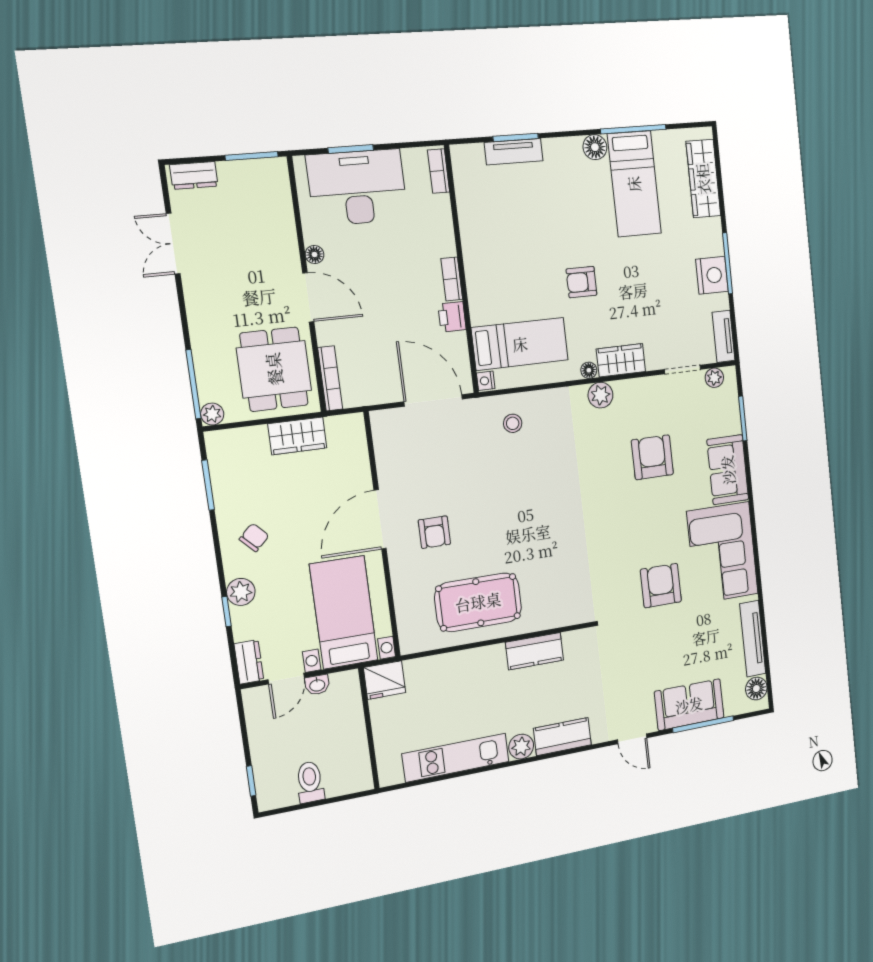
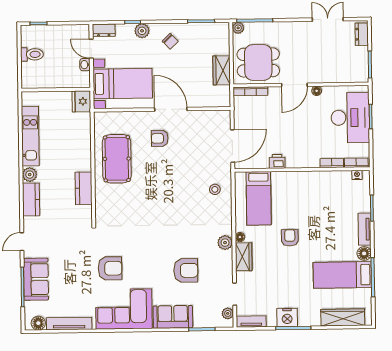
tv unit: (514, 152) -> (365, 229), moved
bookcase: (452, 279) -> (332, 163), moved
nightstand: (486, 381) -> (357, 175), moved

